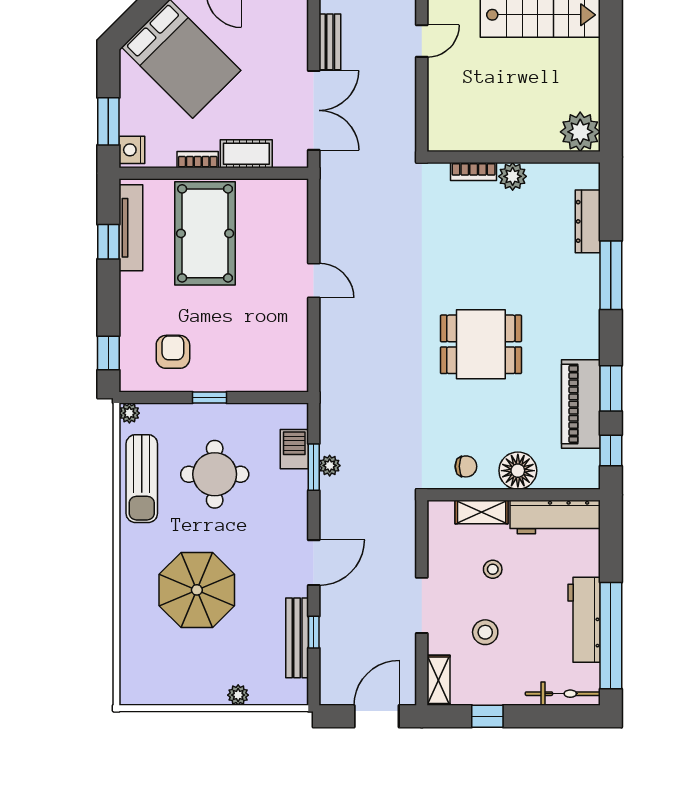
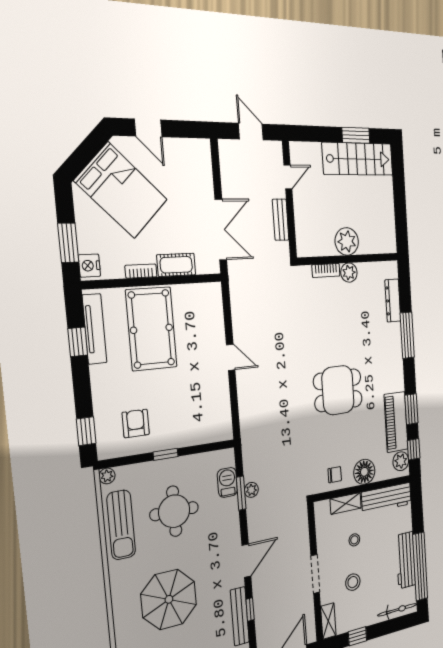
bench: (330, 42) -> (281, 220), moved
plant: (580, 132) -> (347, 241), moved
plant: (585, 465) -> (401, 461), added

